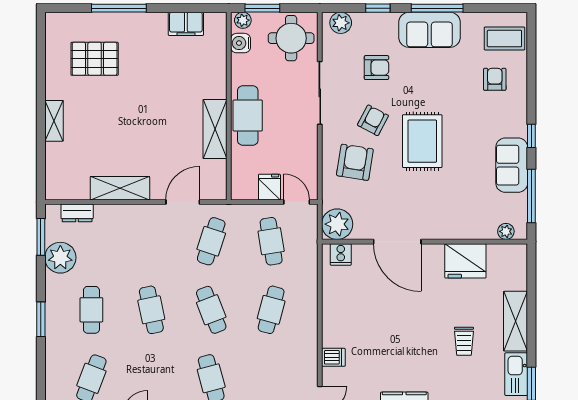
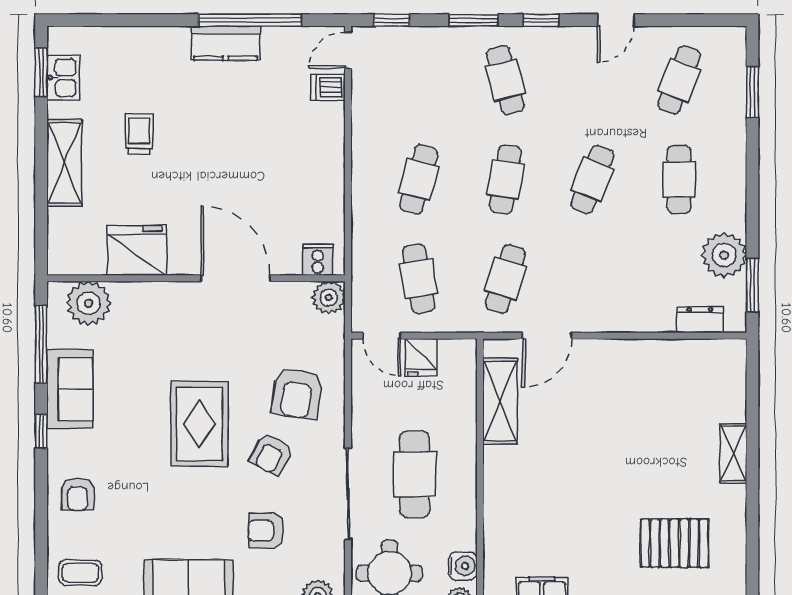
coffee table: (504, 38) -> (80, 573), width x0.73, depth x0.77
armchair: (495, 79) -> (78, 494), moved
cafe table: (248, 116) -> (415, 474), moved
shelving: (215, 129) -> (500, 401), moved
shelving: (120, 188) -> (638, 356), removed
plant: (337, 224) -> (329, 298), width x0.73, depth x0.73
plant: (506, 231) -> (88, 303), width x1.87, depth x1.87
cafe table: (151, 310) -> (592, 179), turned 33
cafe table: (211, 310) -> (505, 179), turned 30
window: (41, 319) -> (752, 92), moved
dishwasher: (333, 357) -> (328, 87), moved
kitchen sink: (516, 374) -> (63, 78), width x0.73

